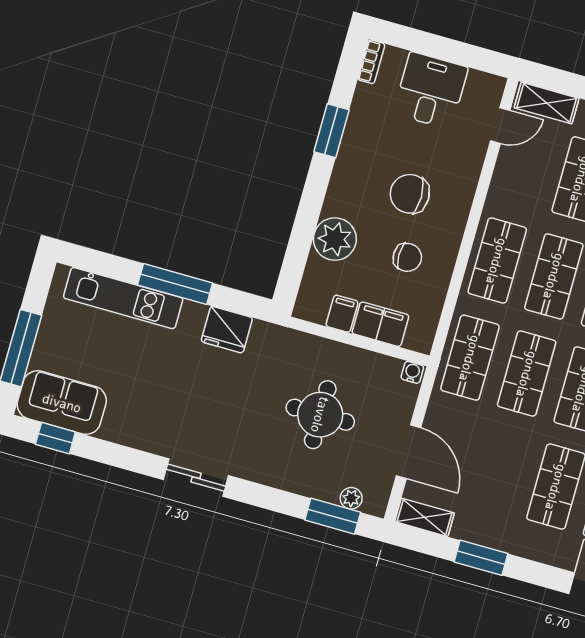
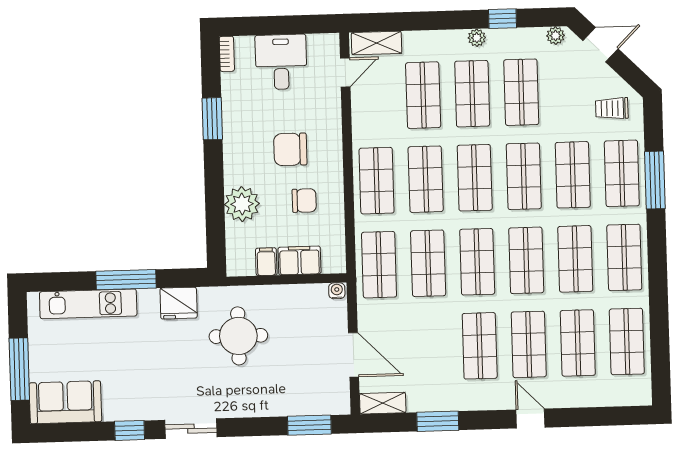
round table: (320, 415) -> (238, 336), moved
window: (55, 438) -> (130, 430), moved
plant: (351, 498) -> (320, 406), removed

